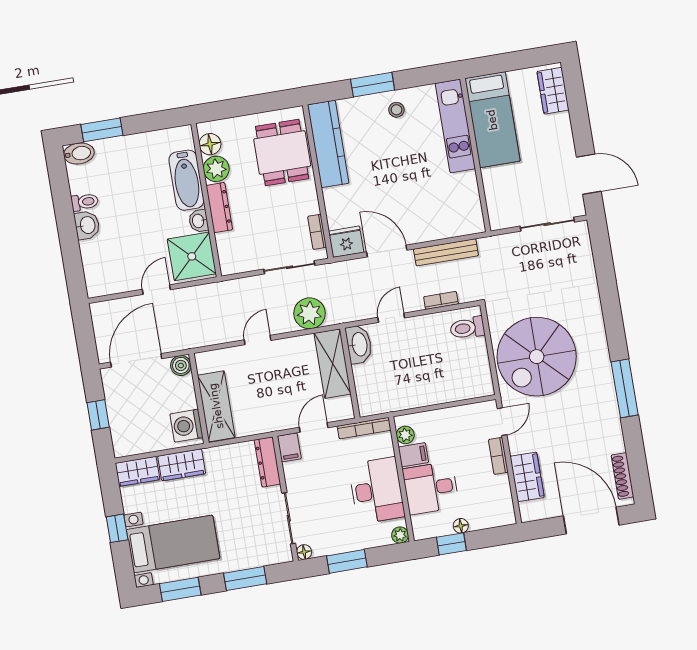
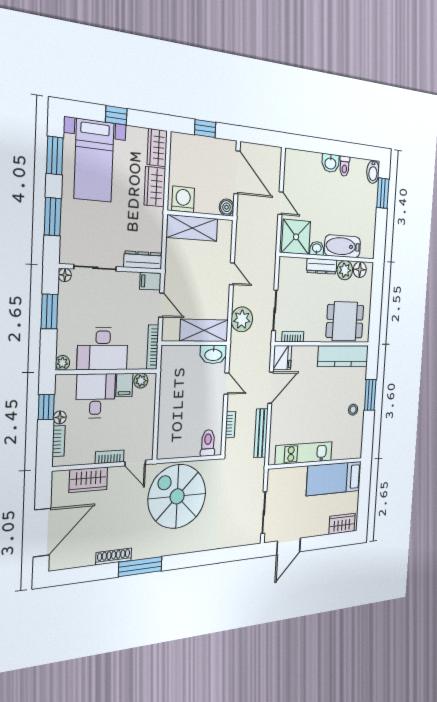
kitchen unit: (455, 126) -> (304, 453), moved
shoe rack: (623, 476) -> (114, 557), moved
bookcase: (487, 522) -> (59, 441), added

